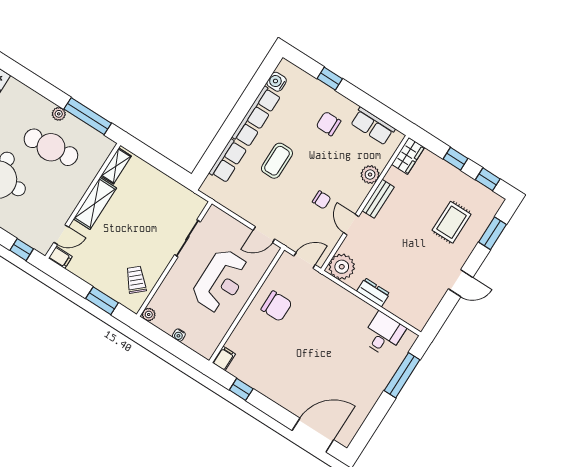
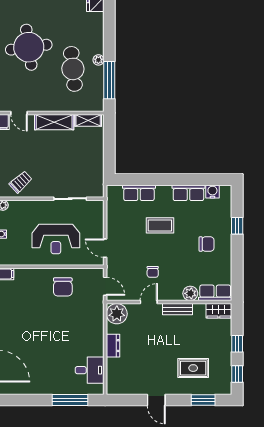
row of seats: (256, 117) -> (188, 193), width x0.68
chair: (328, 124) -> (207, 244), turned 90
row of seats: (373, 126) -> (215, 293), moved, turned 90

